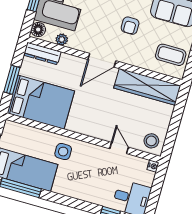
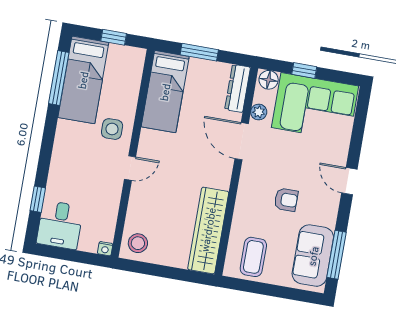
armchair: (130, 26) -> (286, 200), turned 180
door: (102, 60) -> (242, 141), moved
bed: (41, 102) -> (165, 92), width x0.67
door: (119, 148) -> (130, 168), moved

